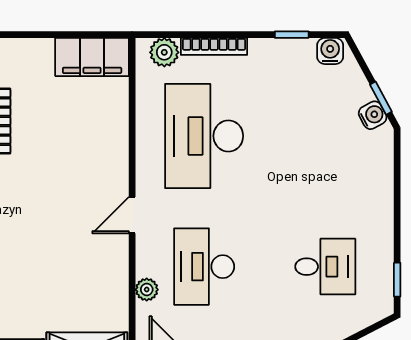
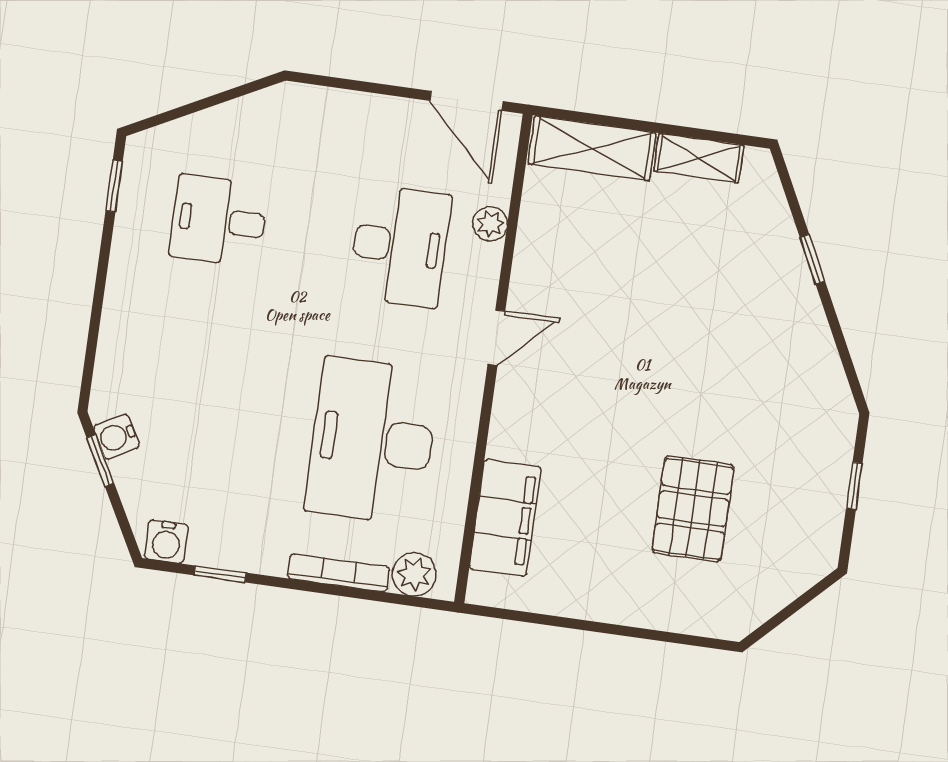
filing cabinet: (92, 57) -> (505, 518), moved, turned 90
desk: (204, 136) -> (372, 441), turned 180

